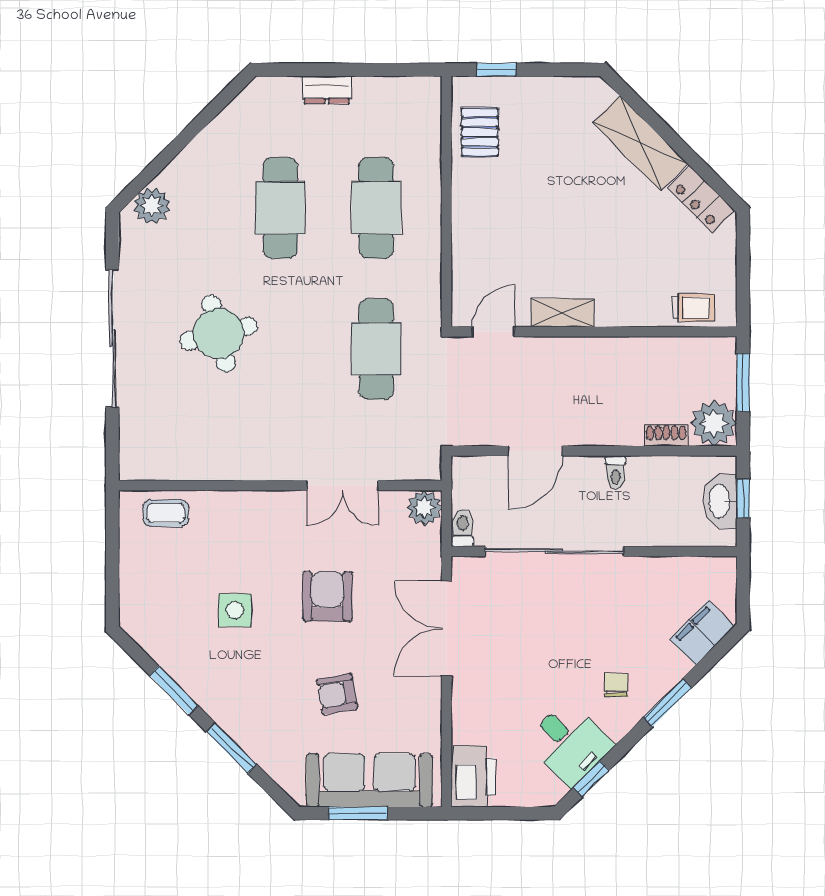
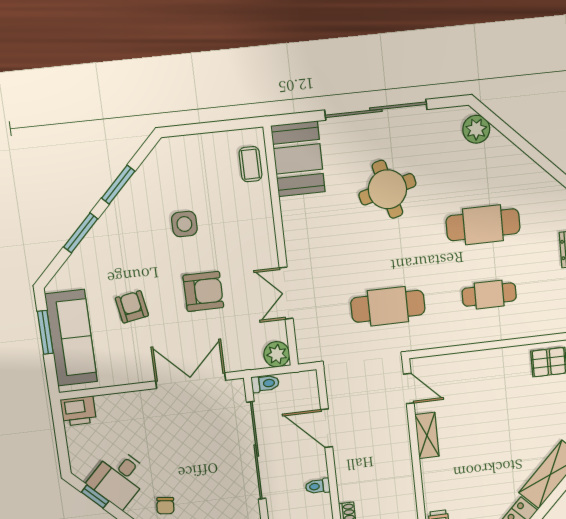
cafe table: (376, 208) -> (489, 295), width x0.73, depth x0.74
booth: (166, 449) -> (298, 159), added
chair: (616, 685) -> (165, 506), turned 96
printer: (473, 776) -> (78, 411), width x0.73, depth x0.84

